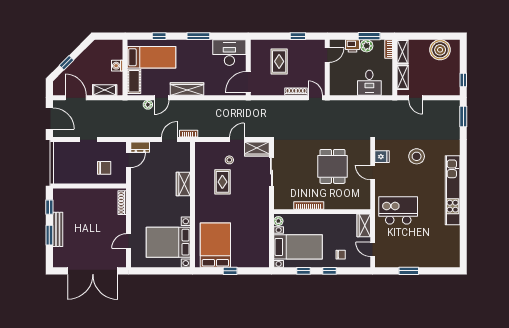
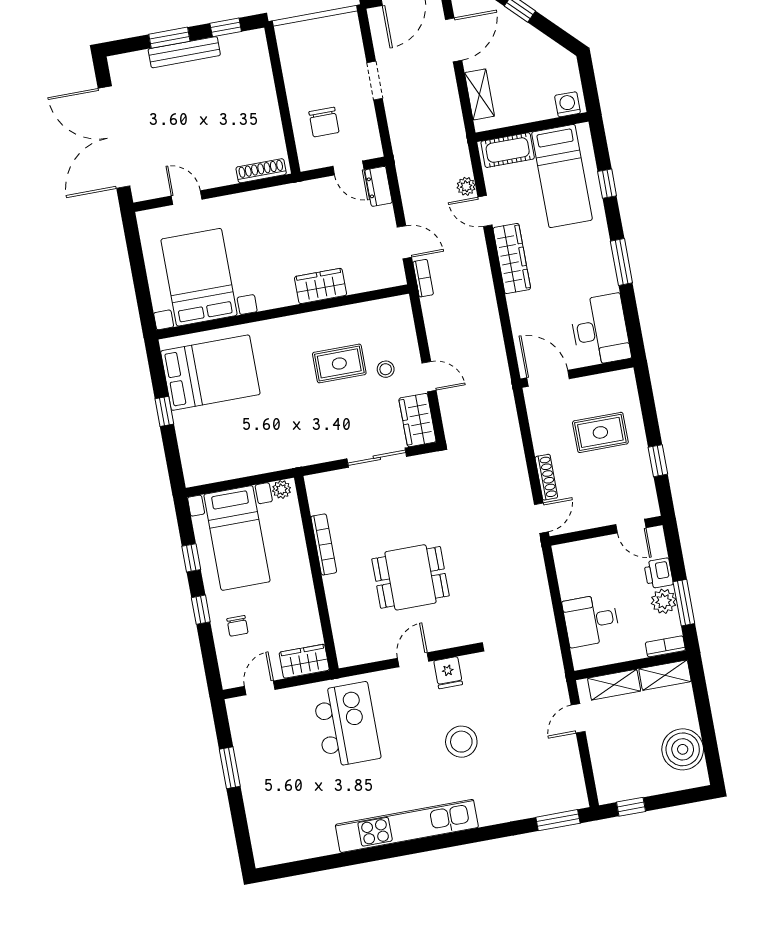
washing machine: (117, 66) -> (568, 104), moved

